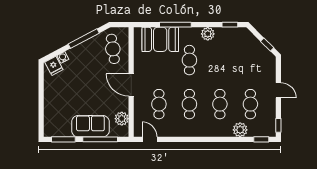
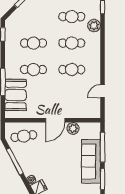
plant: (208, 34) -> (11, 54), removed
cafe table: (159, 104) -> (34, 43), moved
plant: (122, 119) -> (73, 128), moved
sofa: (90, 126) -> (91, 161), width x1.36
door: (150, 139) -> (103, 91), moved

